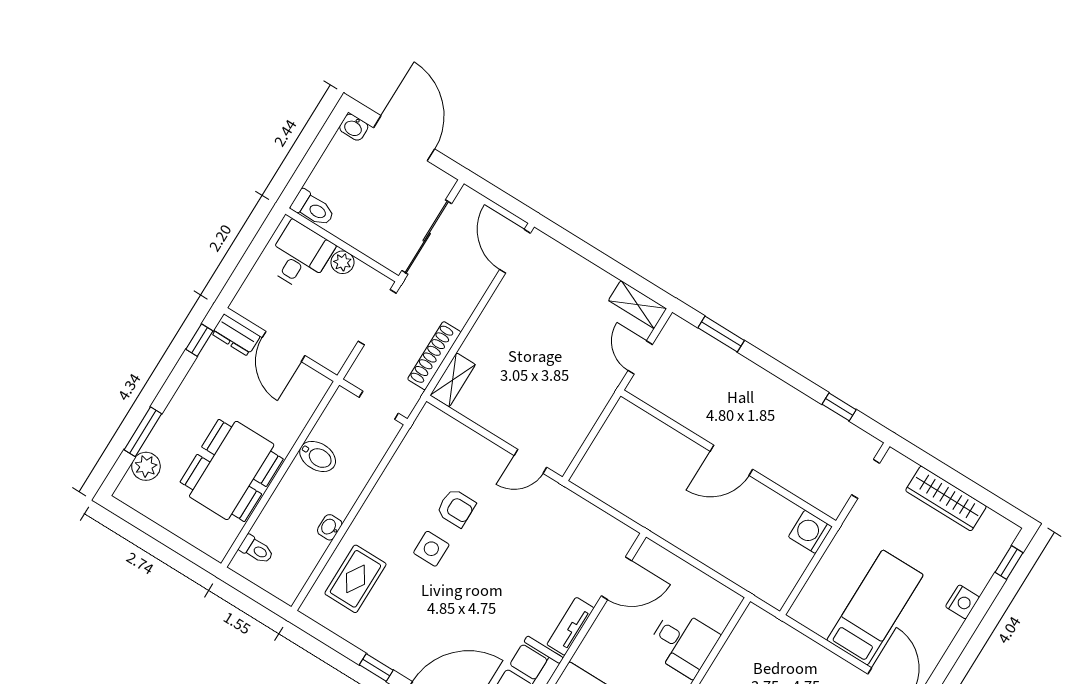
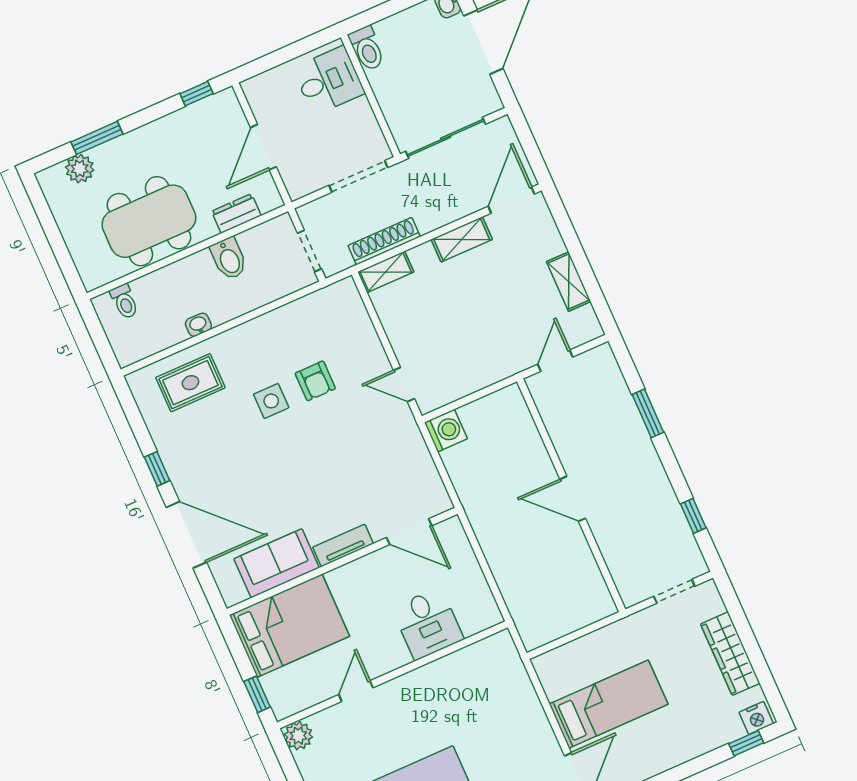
plant: (342, 262) -> (361, 111), removed
shelving: (638, 305) -> (569, 282), moved
shelving: (496, 311) -> (462, 239), added
window: (721, 334) -> (648, 413), moved
dresser: (236, 335) -> (236, 213), moved, turned 90
washing machine: (810, 532) -> (446, 431), moved, turned 90
nightstand: (962, 602) -> (756, 718), moved

